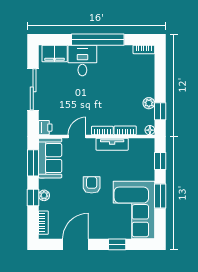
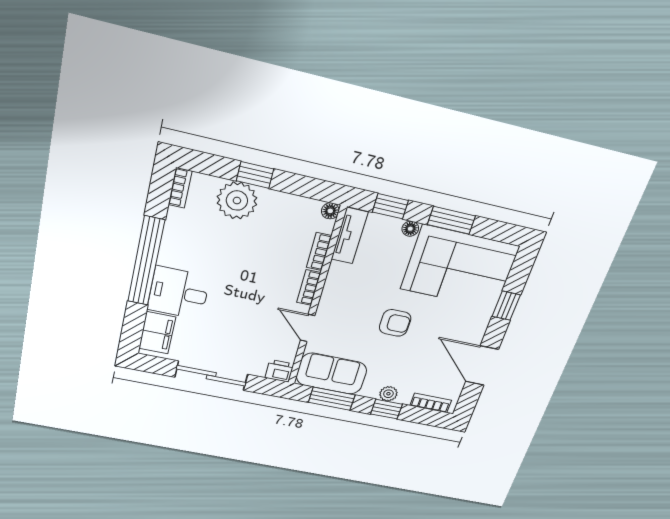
plant: (149, 103) -> (237, 201), moved, width x1.88, depth x1.88
window: (160, 111) -> (255, 175), moved
tv unit: (112, 144) -> (350, 236), moved
floor lamp: (150, 176) -> (410, 229), added
armchair: (92, 185) -> (395, 323), turned 180

